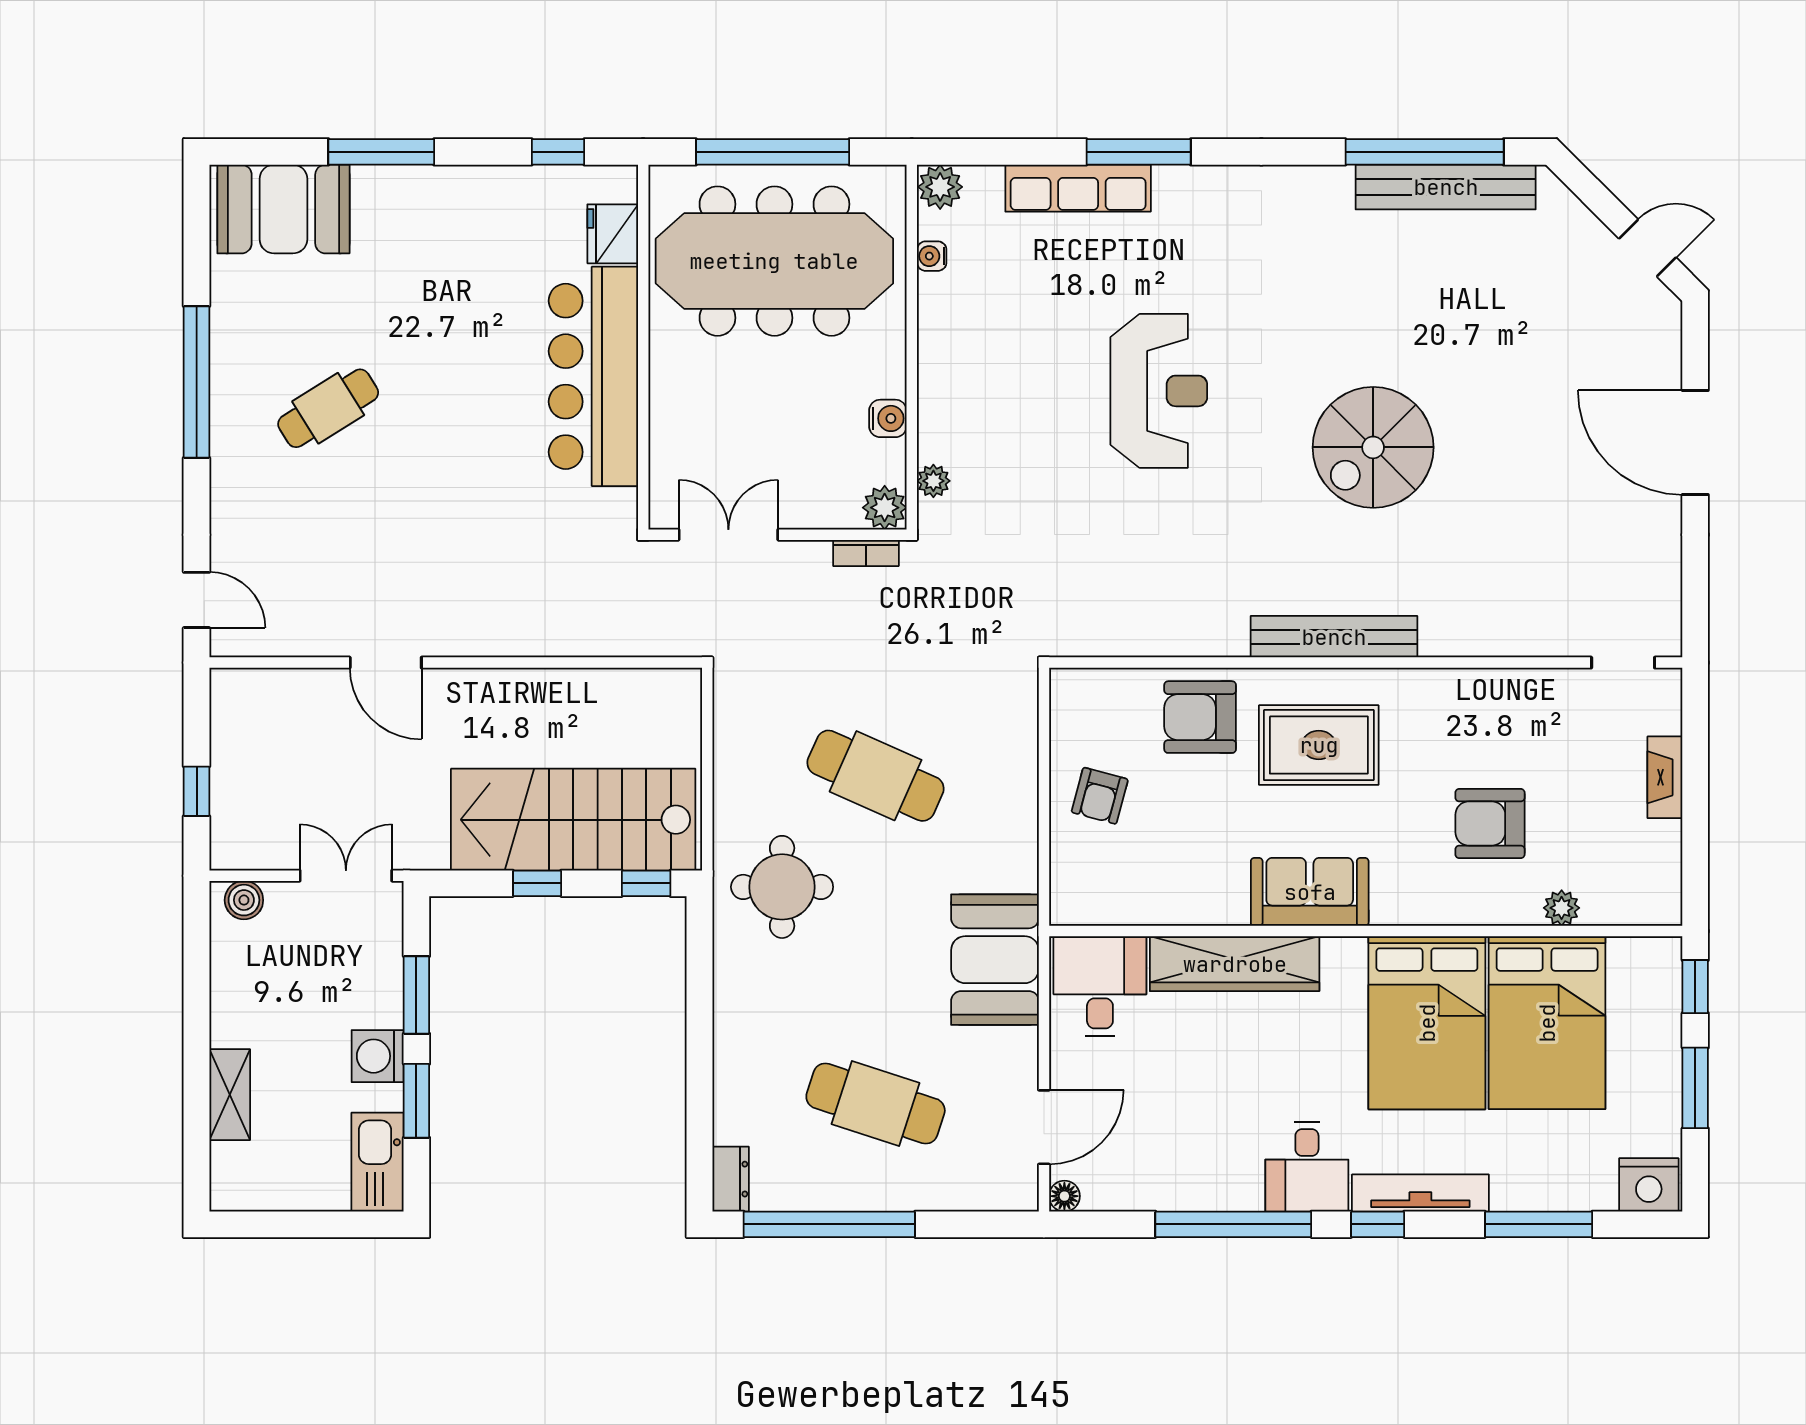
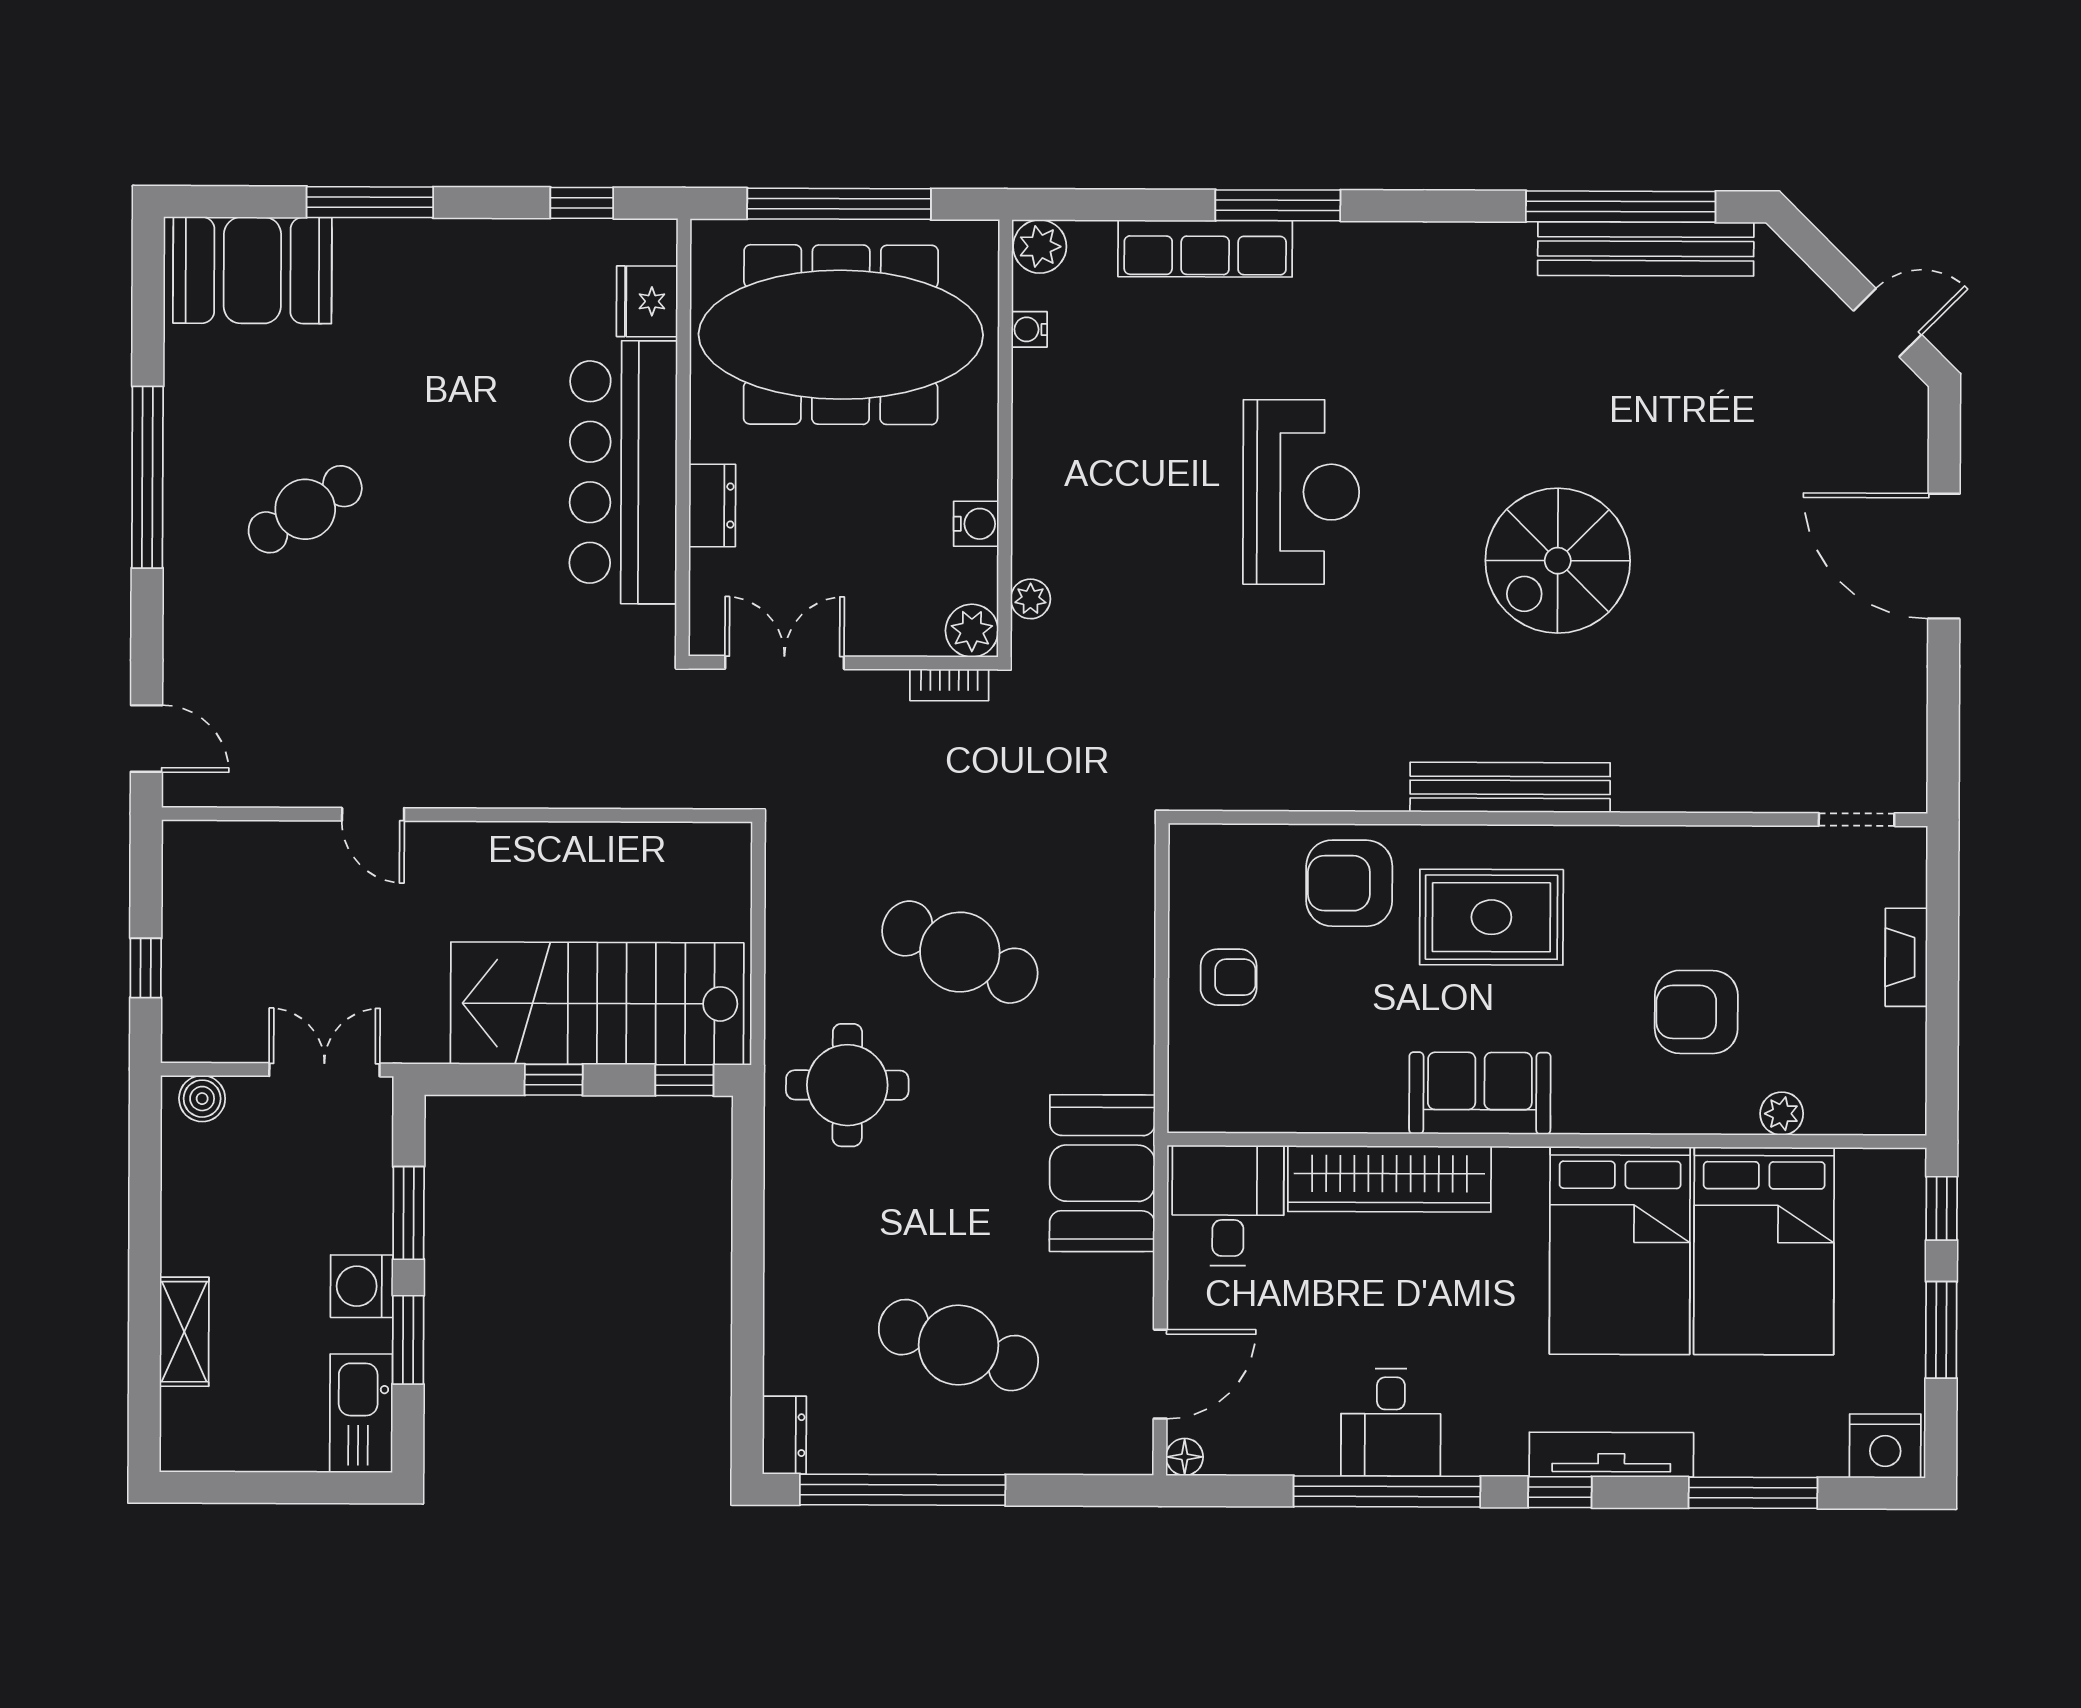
dresser: (668, 404) -> (712, 505), added
door: (386, 663) -> (373, 814), width x0.73
armchair: (1100, 796) -> (1229, 977), turned -105
desk: (1307, 1167) -> (1391, 1422), moved

